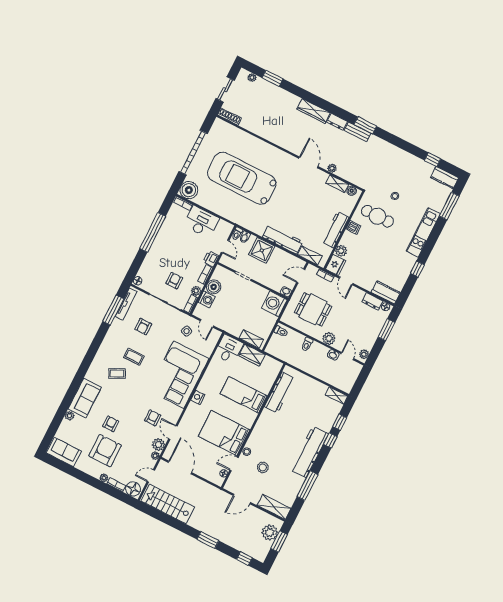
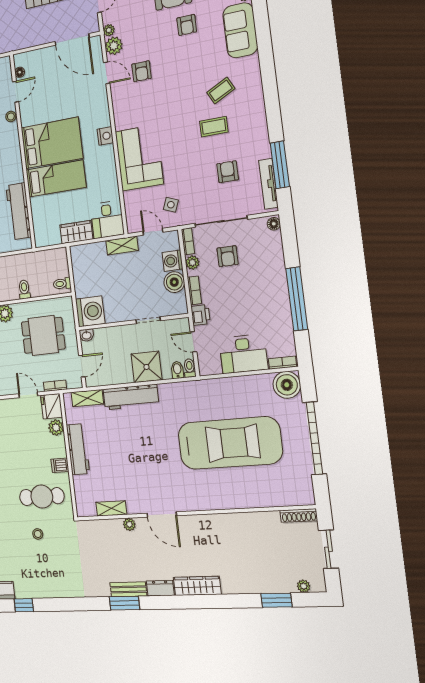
boiler: (352, 191) -> (89, 510), removed
shelving: (251, 339) -> (122, 246), moved
corner sofa: (179, 375) -> (139, 158), width x0.73, depth x0.74
bed: (224, 433) -> (52, 143), moved

